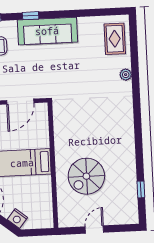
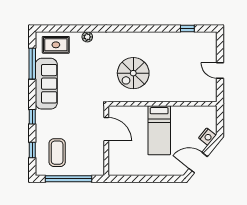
window: (92, 13) -> (32, 64), added
sofa: (47, 31) -> (46, 84), moved
spiral stairs: (86, 176) -> (133, 73), moved, turned 90

